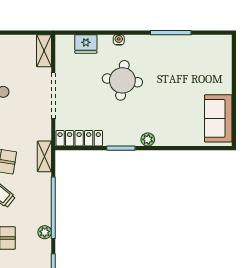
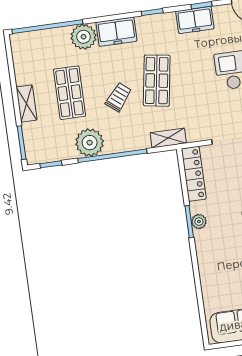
plant: (148, 139) -> (199, 222), moved
plant: (45, 232) -> (90, 143), width x1.88, depth x1.88

